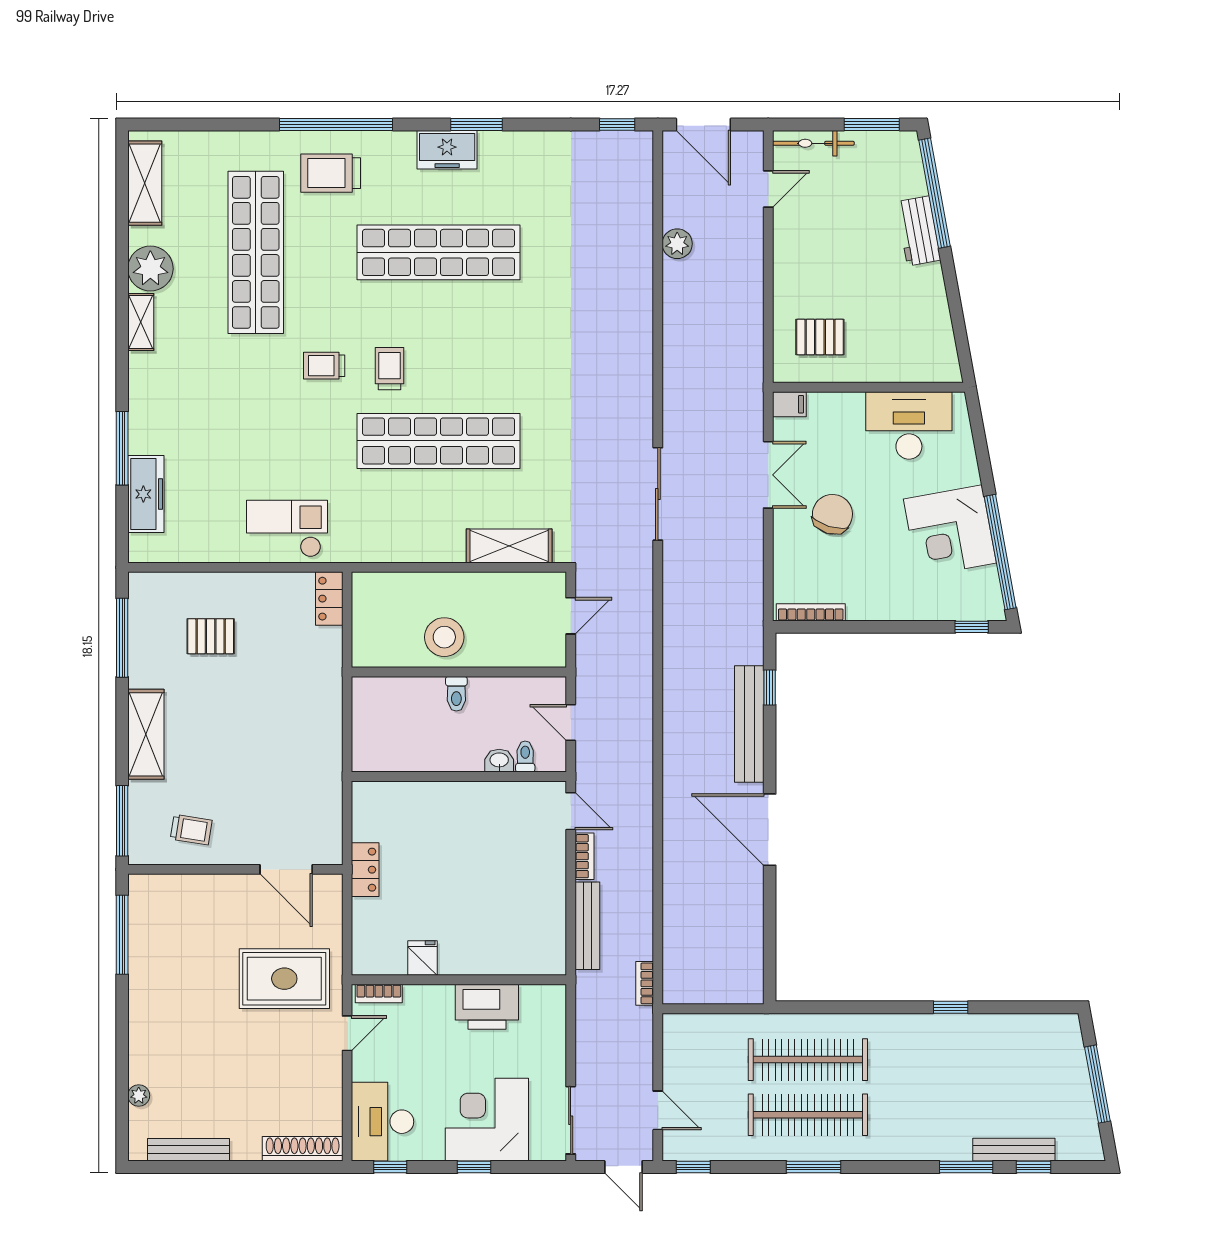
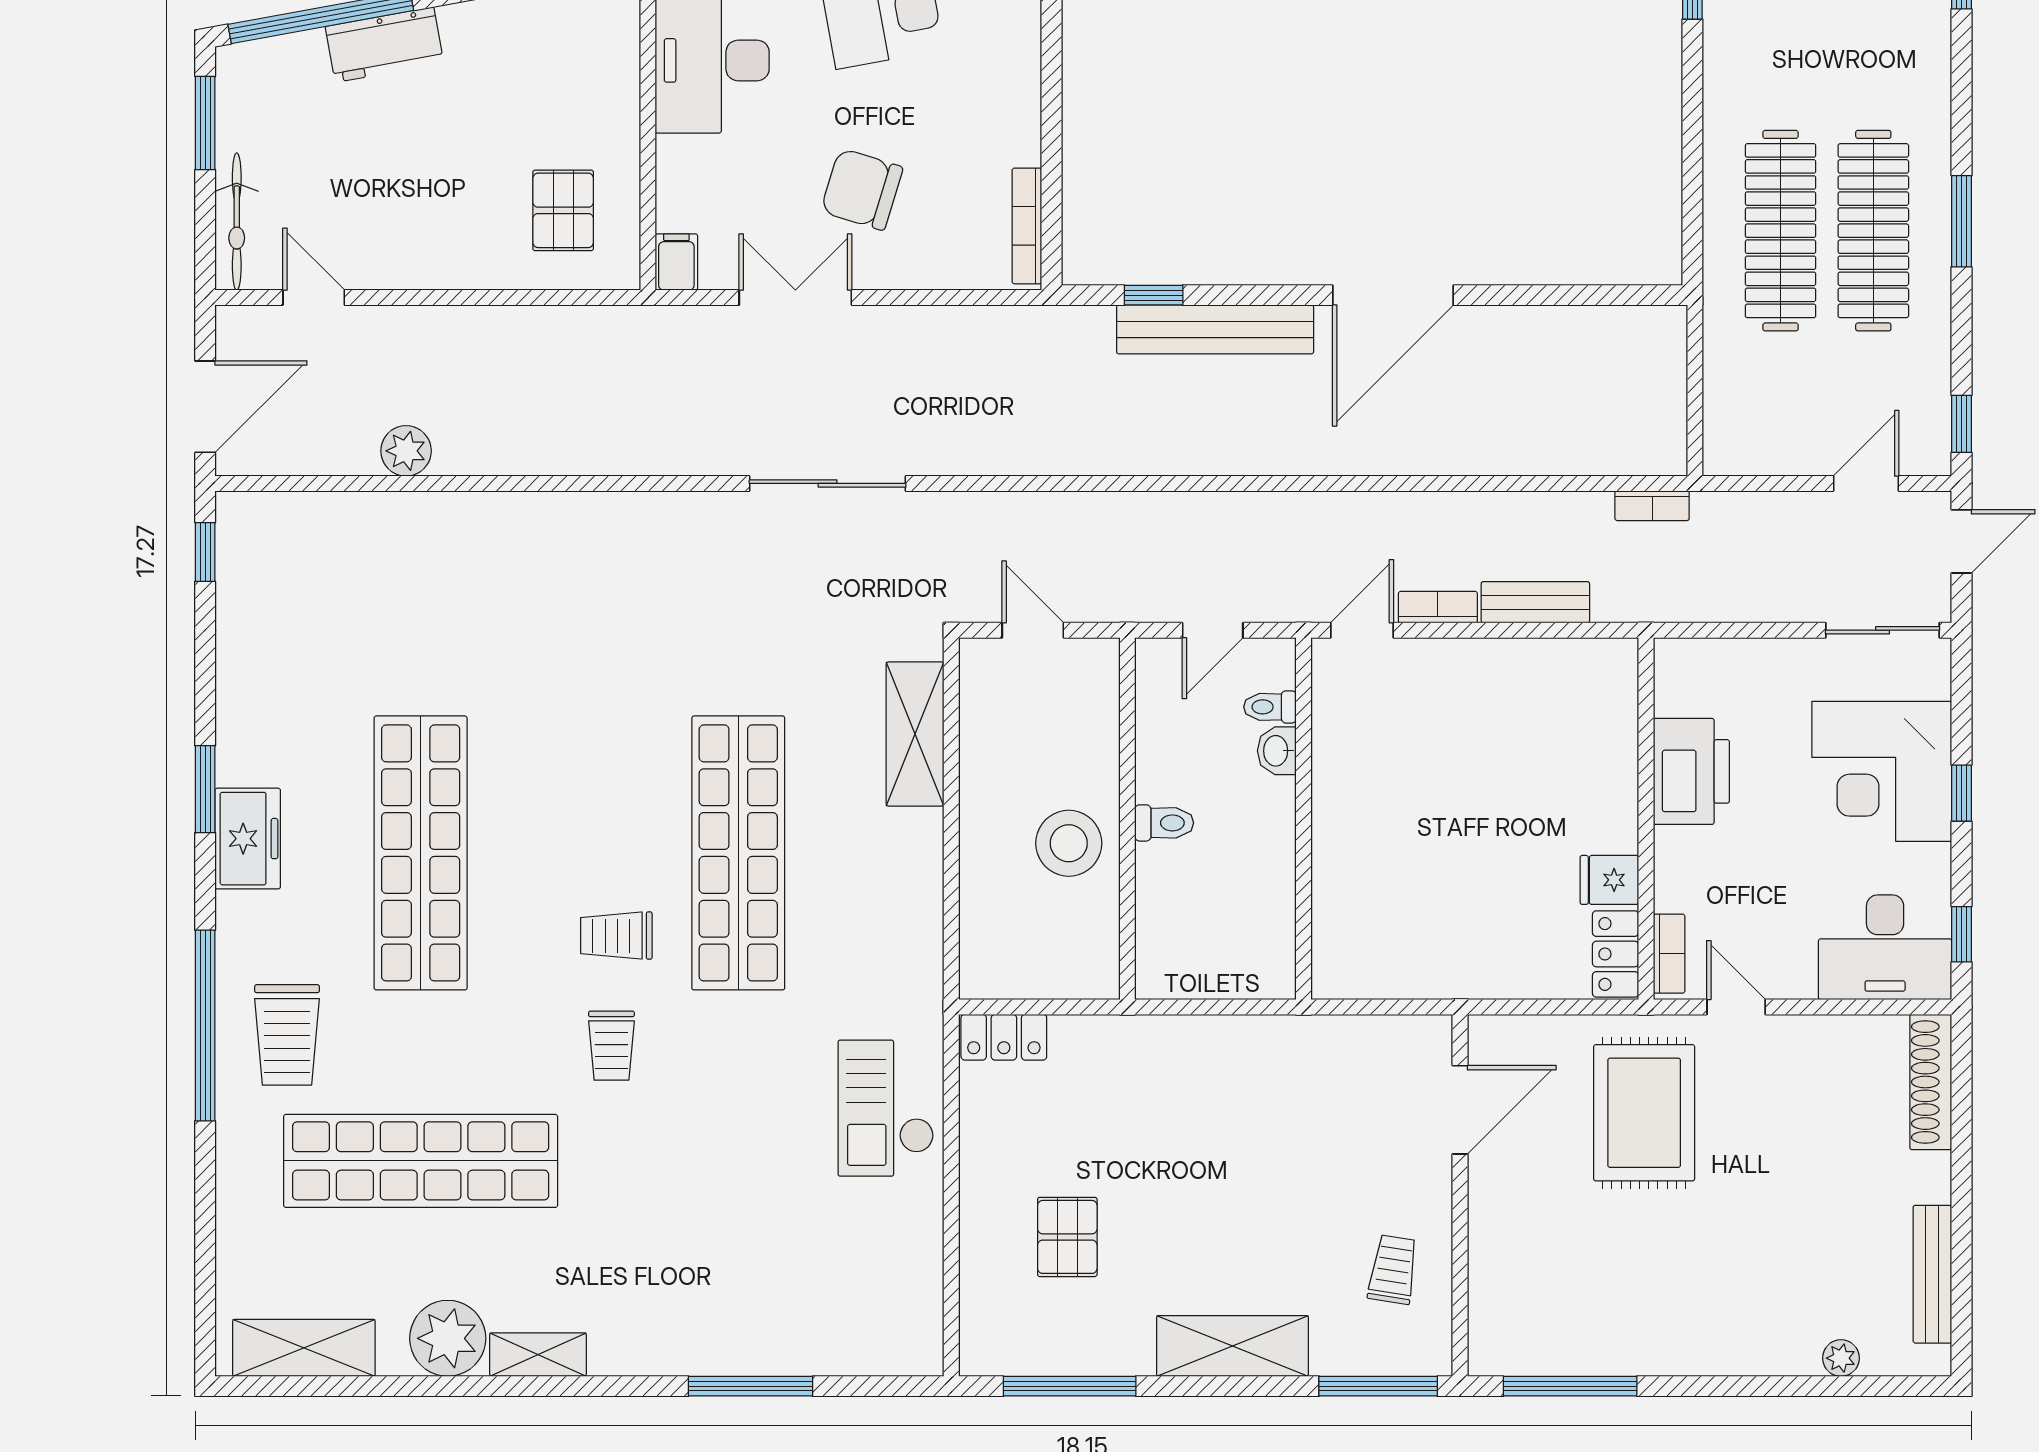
freezer: (146, 494) -> (828, 1346), removed
locker: (365, 870) -> (1616, 954), moved, turned -90
bench: (587, 926) -> (1535, 602), width x0.73

